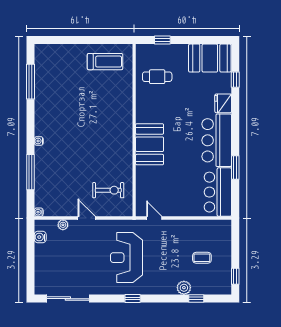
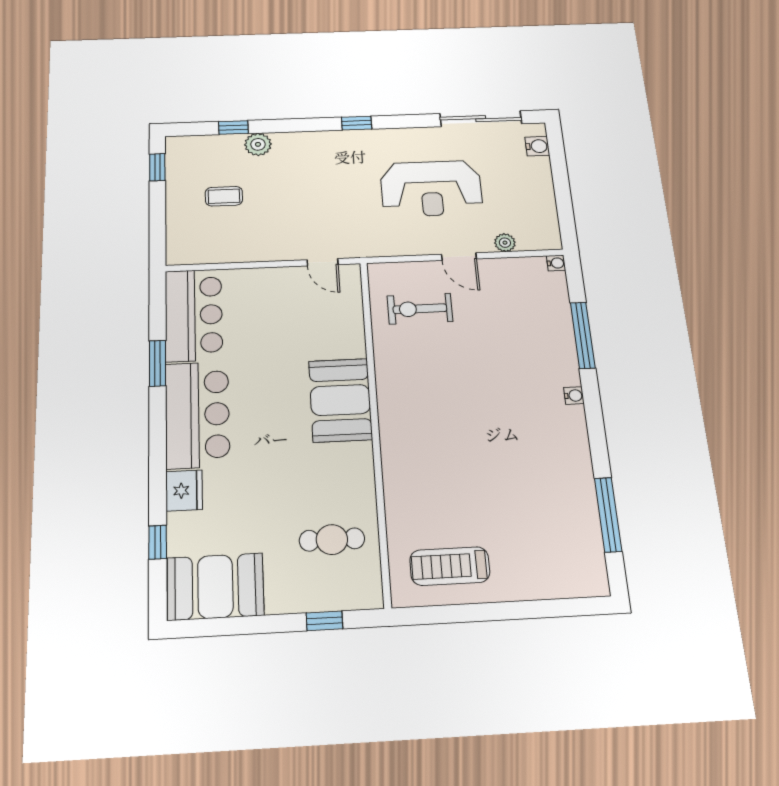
water cooler: (40, 237) -> (537, 146), moved
reception desk: (126, 258) -> (431, 189), moved, turned 90

